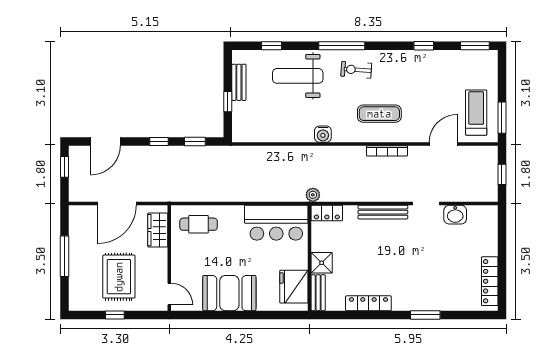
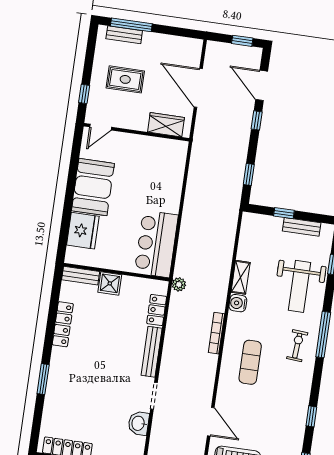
weight bench: (298, 76) -> (299, 286), turned 180
shelving: (297, 135) -> (241, 277), added
window: (159, 142) -> (257, 120), moved
bookcase: (387, 151) -> (216, 333), moved
locker: (327, 213) -> (157, 310), moved
cafe table: (199, 224) -> (166, 166), removed
window: (64, 256) -> (131, 25), moved
rug: (119, 277) -> (125, 79), width x0.73, depth x0.70
bench: (75, 284) -> (124, 35), added
fridge: (294, 287) -> (83, 231), moved, turned 90
window: (115, 315) -> (84, 94), moved

